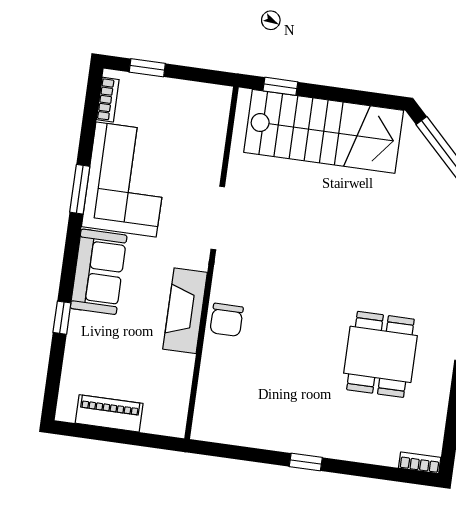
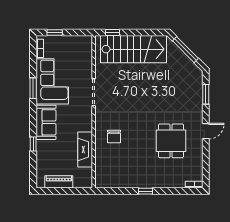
fireplace: (185, 311) -> (85, 149), moved
chair: (227, 320) -> (114, 136), moved

